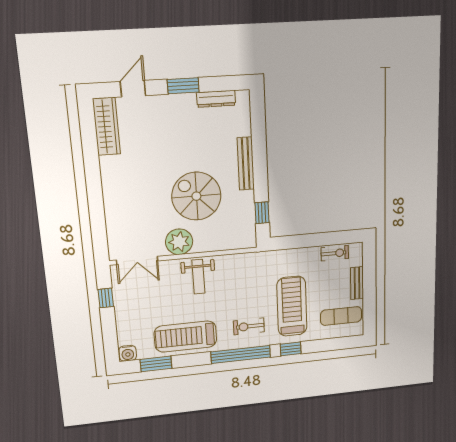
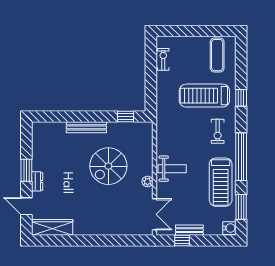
dresser: (216, 99) -> (37, 181), moved, width x0.70
plant: (179, 242) -> (147, 182), width x0.53, depth x0.53
bench: (357, 283) -> (189, 230), moved
window: (241, 354) -> (241, 157), moved

